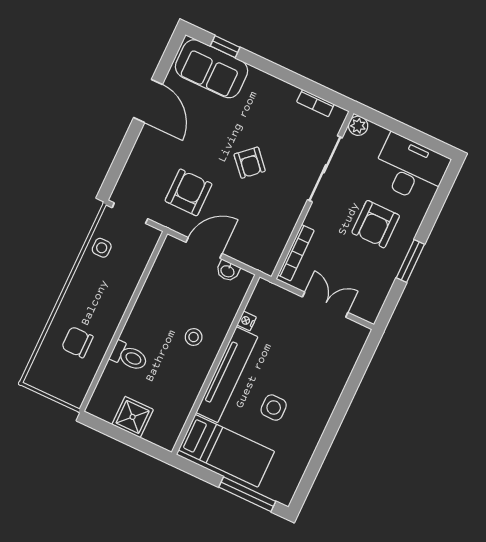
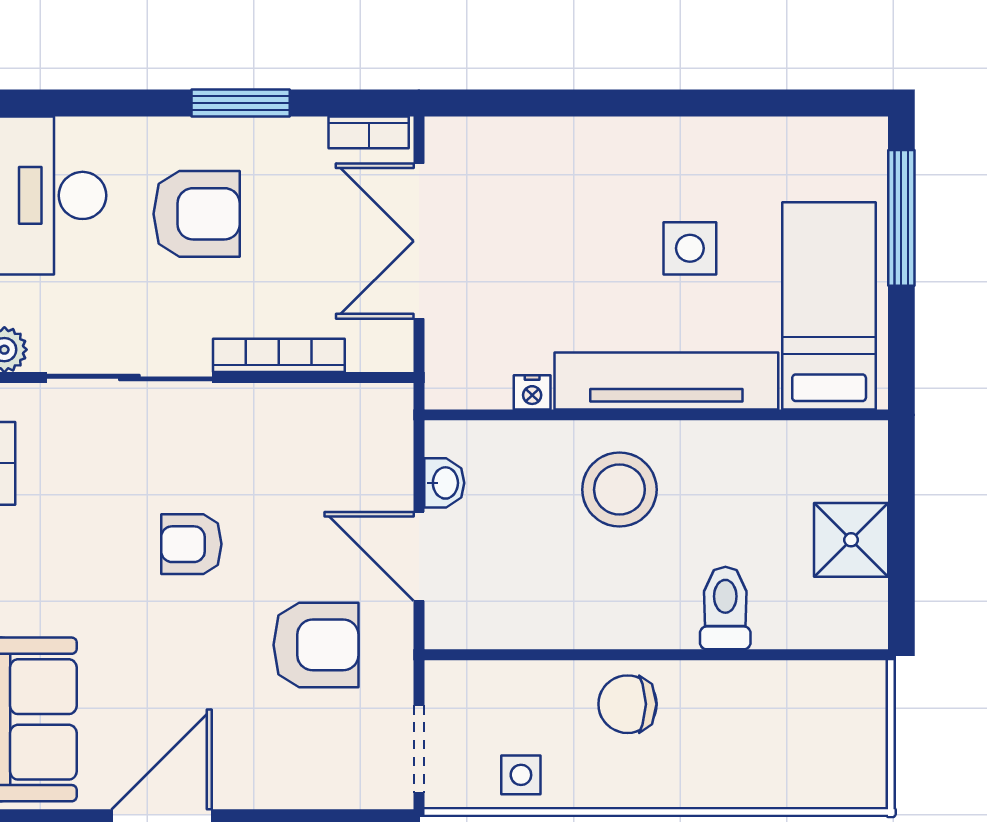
armchair: (250, 163) -> (191, 544), turned -138
armchair: (189, 192) -> (316, 645), turned 180
bookcase: (296, 253) -> (279, 355), moved
double door: (325, 305) -> (419, 241), width x1.37
bookcase: (376, 305) -> (369, 132), added
stool: (194, 337) -> (619, 490), width x1.89, depth x1.89
chair: (77, 342) -> (628, 704), moved, turned 90

